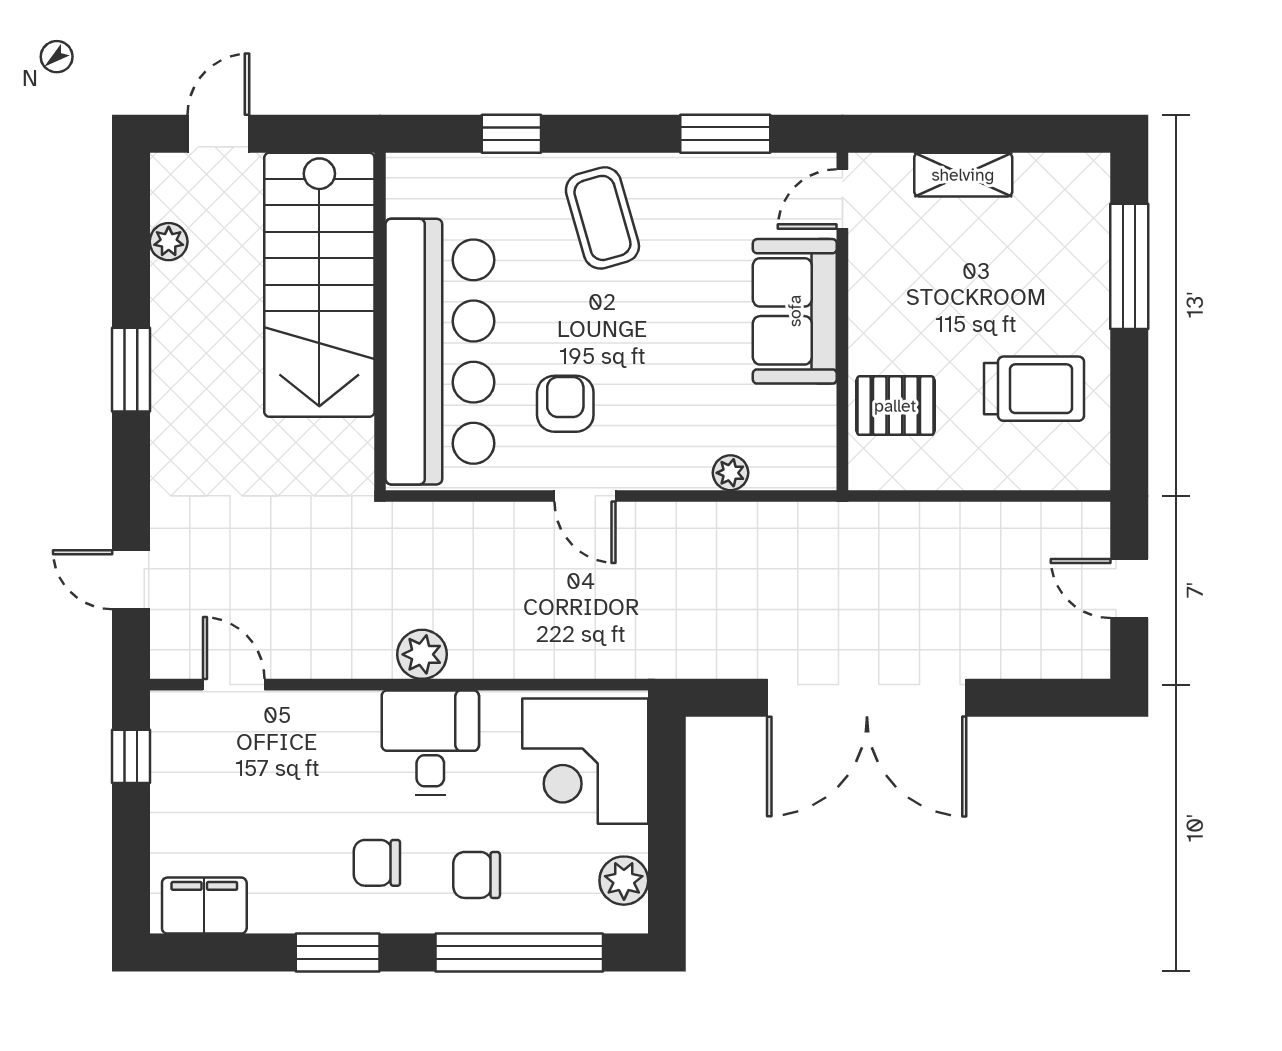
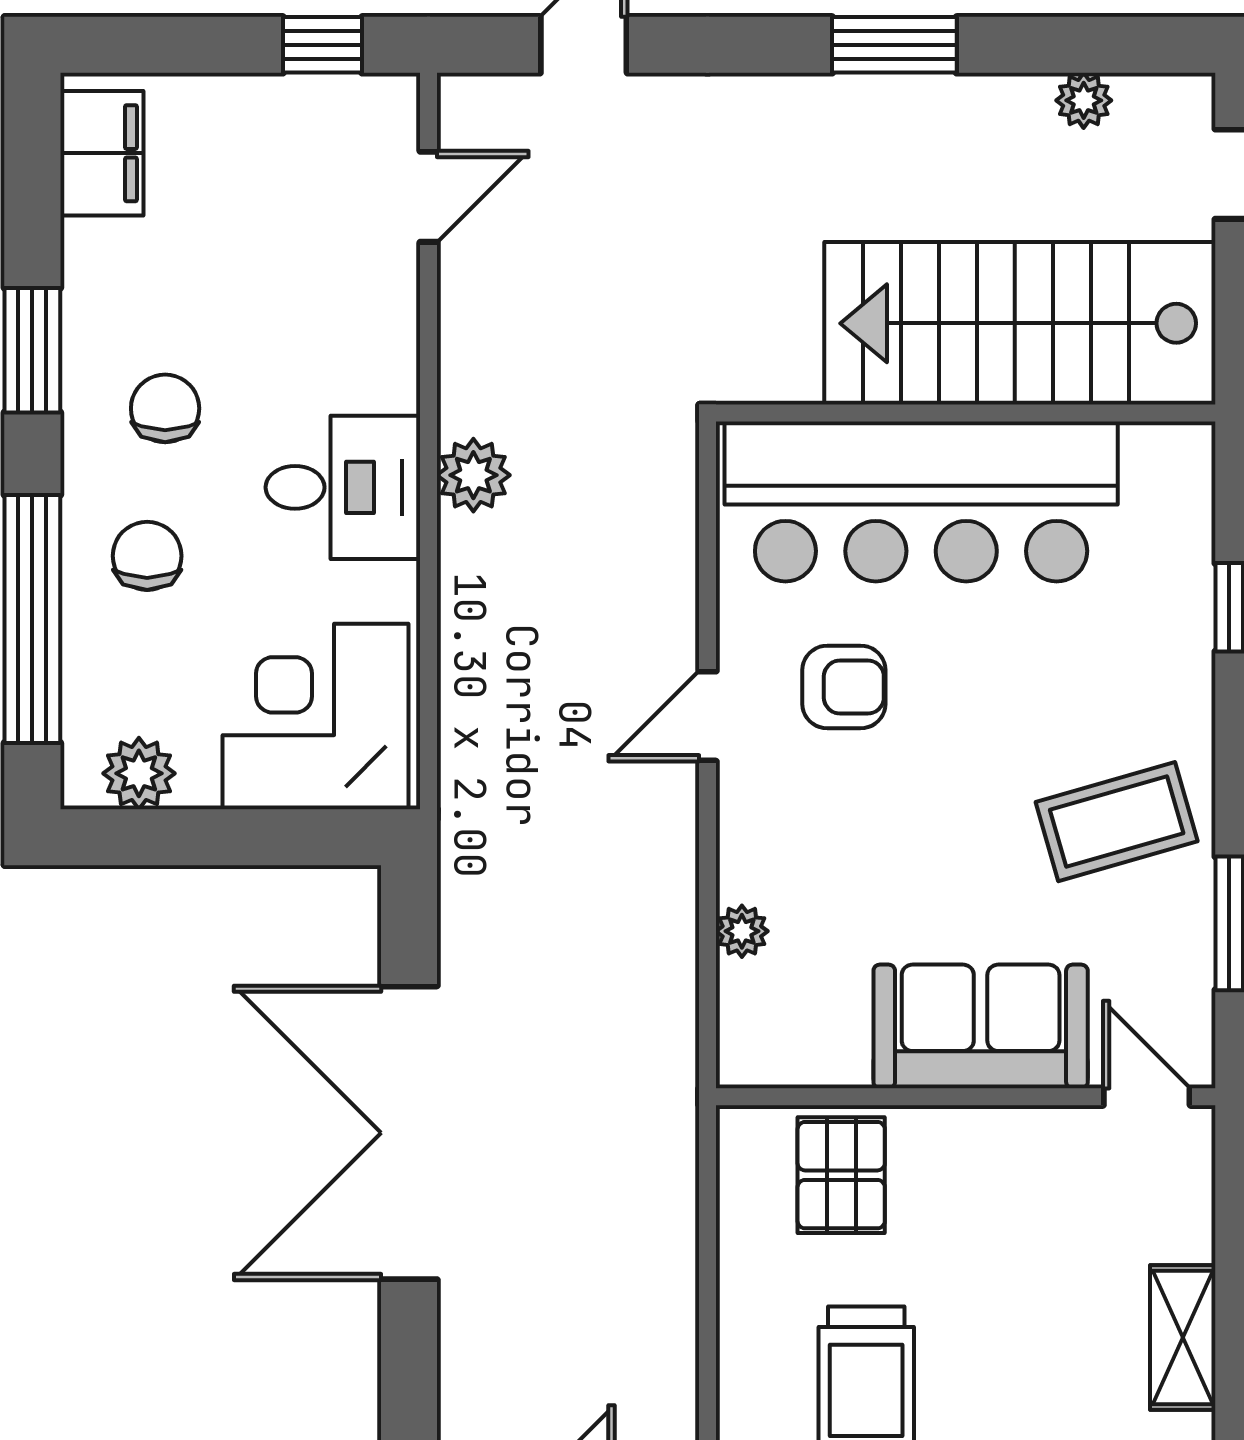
shelving: (963, 175) -> (1183, 1338), moved
coffee table: (602, 218) -> (1117, 822), moved

